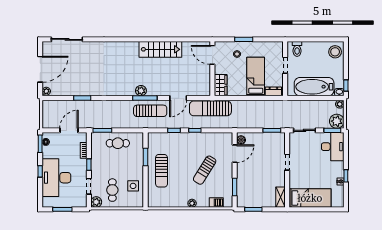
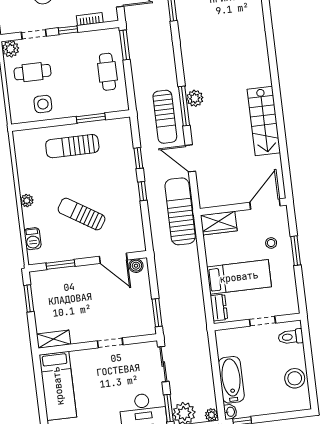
stool: (335, 52) -> (295, 378), moved
bathtub: (314, 87) -> (231, 380), width x0.73, depth x0.73

